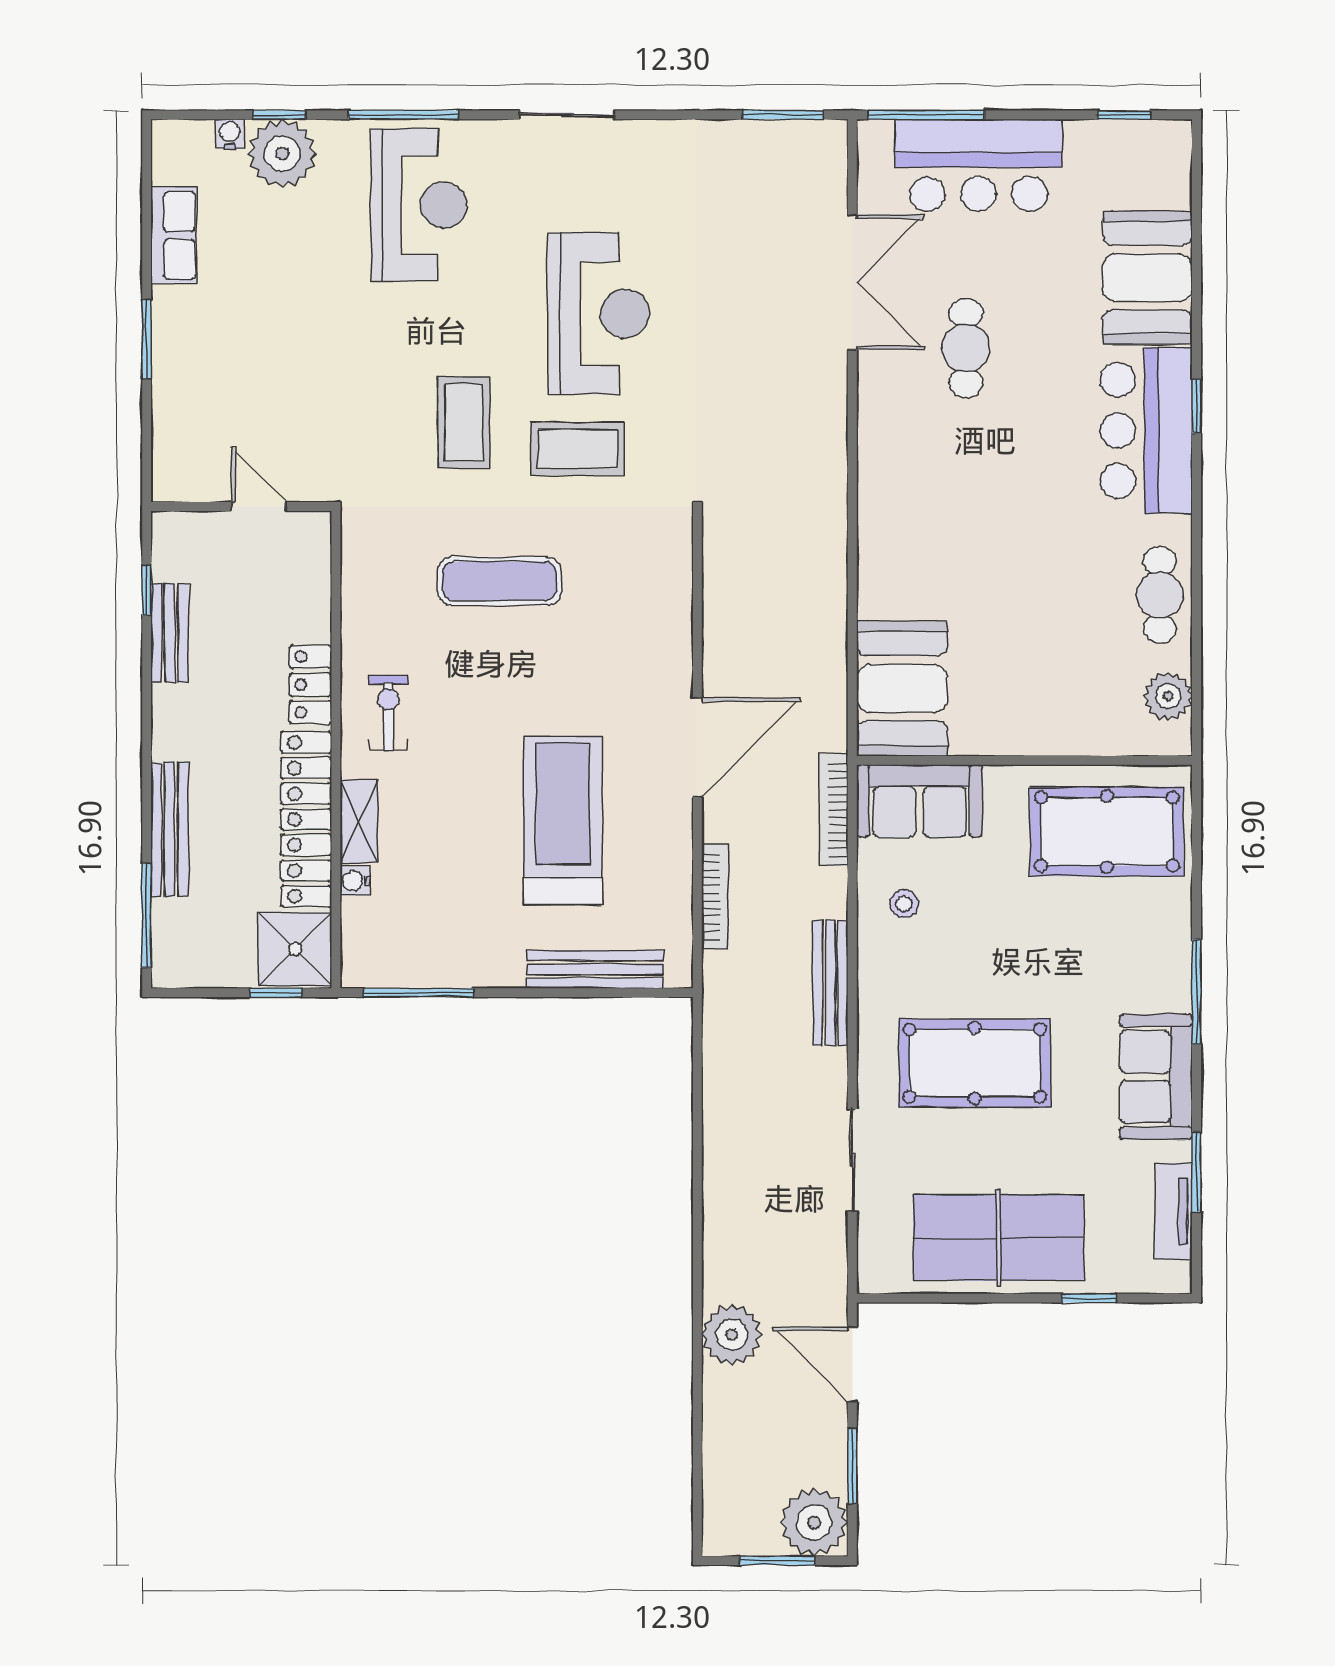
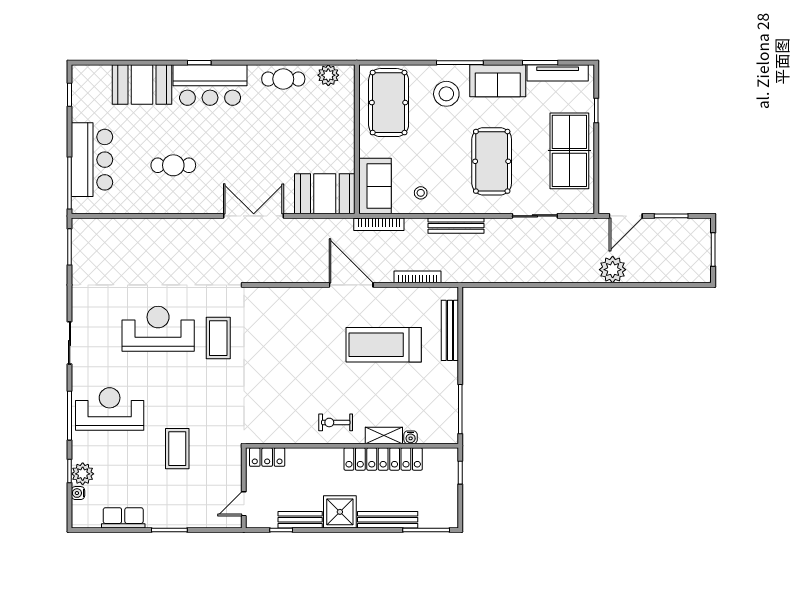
plant: (282, 153) -> (83, 474), width x0.73, depth x0.73
double door: (852, 282) -> (254, 216), moved
coffee table: (464, 423) -> (177, 449), moved, turned 90
door: (259, 506) -> (244, 504), moved
exercise mat: (499, 581) -> (277, 373), removed
locker: (311, 685) -> (267, 457), moved
shower: (295, 949) -> (340, 512), moved
stool: (1127, 961) -> (446, 94), added
tv unit: (1174, 1211) -> (558, 73), width x1.41
plant: (814, 1522) -> (696, 233), removed

